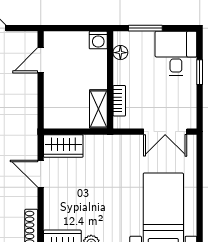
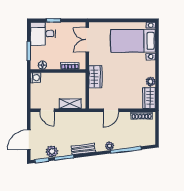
shelving: (98, 109) -> (70, 104), moved
double door: (165, 132) -> (87, 40), swing flipped
wardrobe: (63, 146) -> (95, 77), moved

